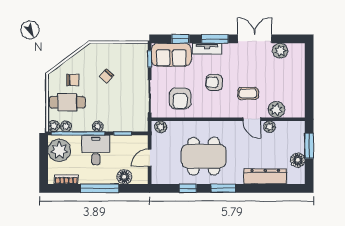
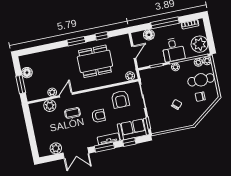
armchair: (180, 98) -> (120, 99), turned 180
door: (252, 119) -> (66, 95), hinge flipped
dresser: (265, 176) -> (48, 56), removed

